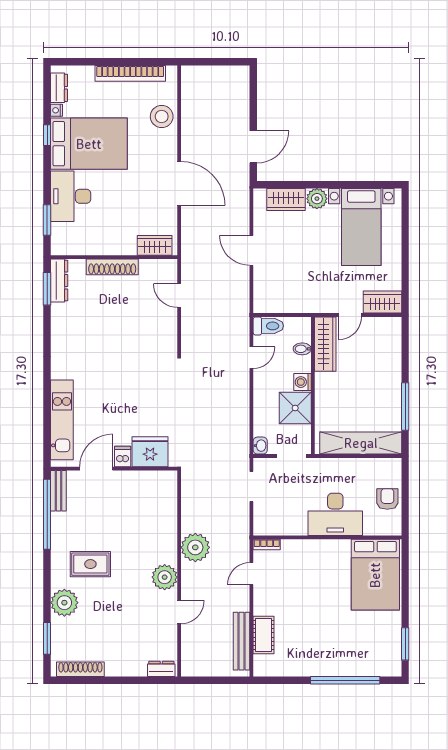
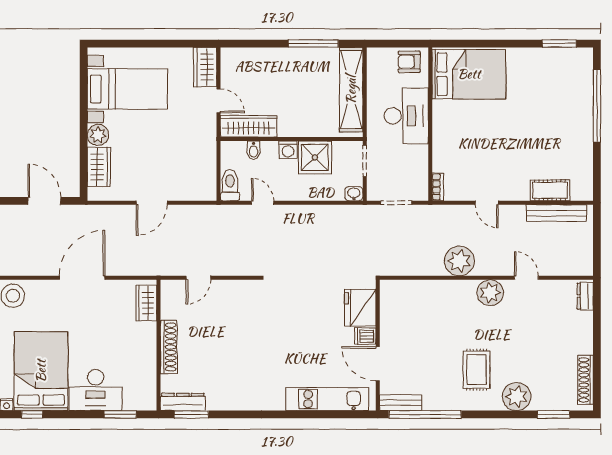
desk: (335, 514) -> (406, 116), moved
wall: (327, 537) -> (430, 124), moved
bookcase: (267, 545) -> (438, 187), moved
bed: (375, 575) -> (469, 74), moved

